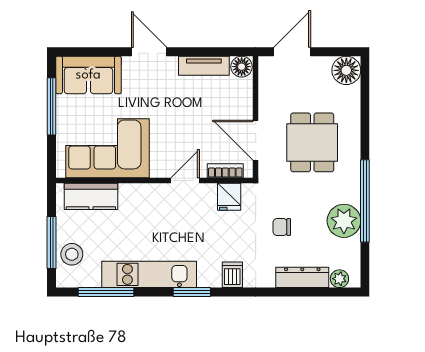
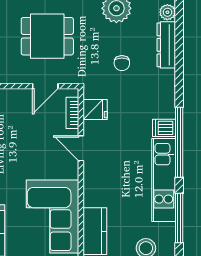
door: (256, 140) -> (45, 86), width x0.73
dishwasher: (232, 275) -> (164, 128), moved
window: (192, 292) -> (179, 142), width x2.11

